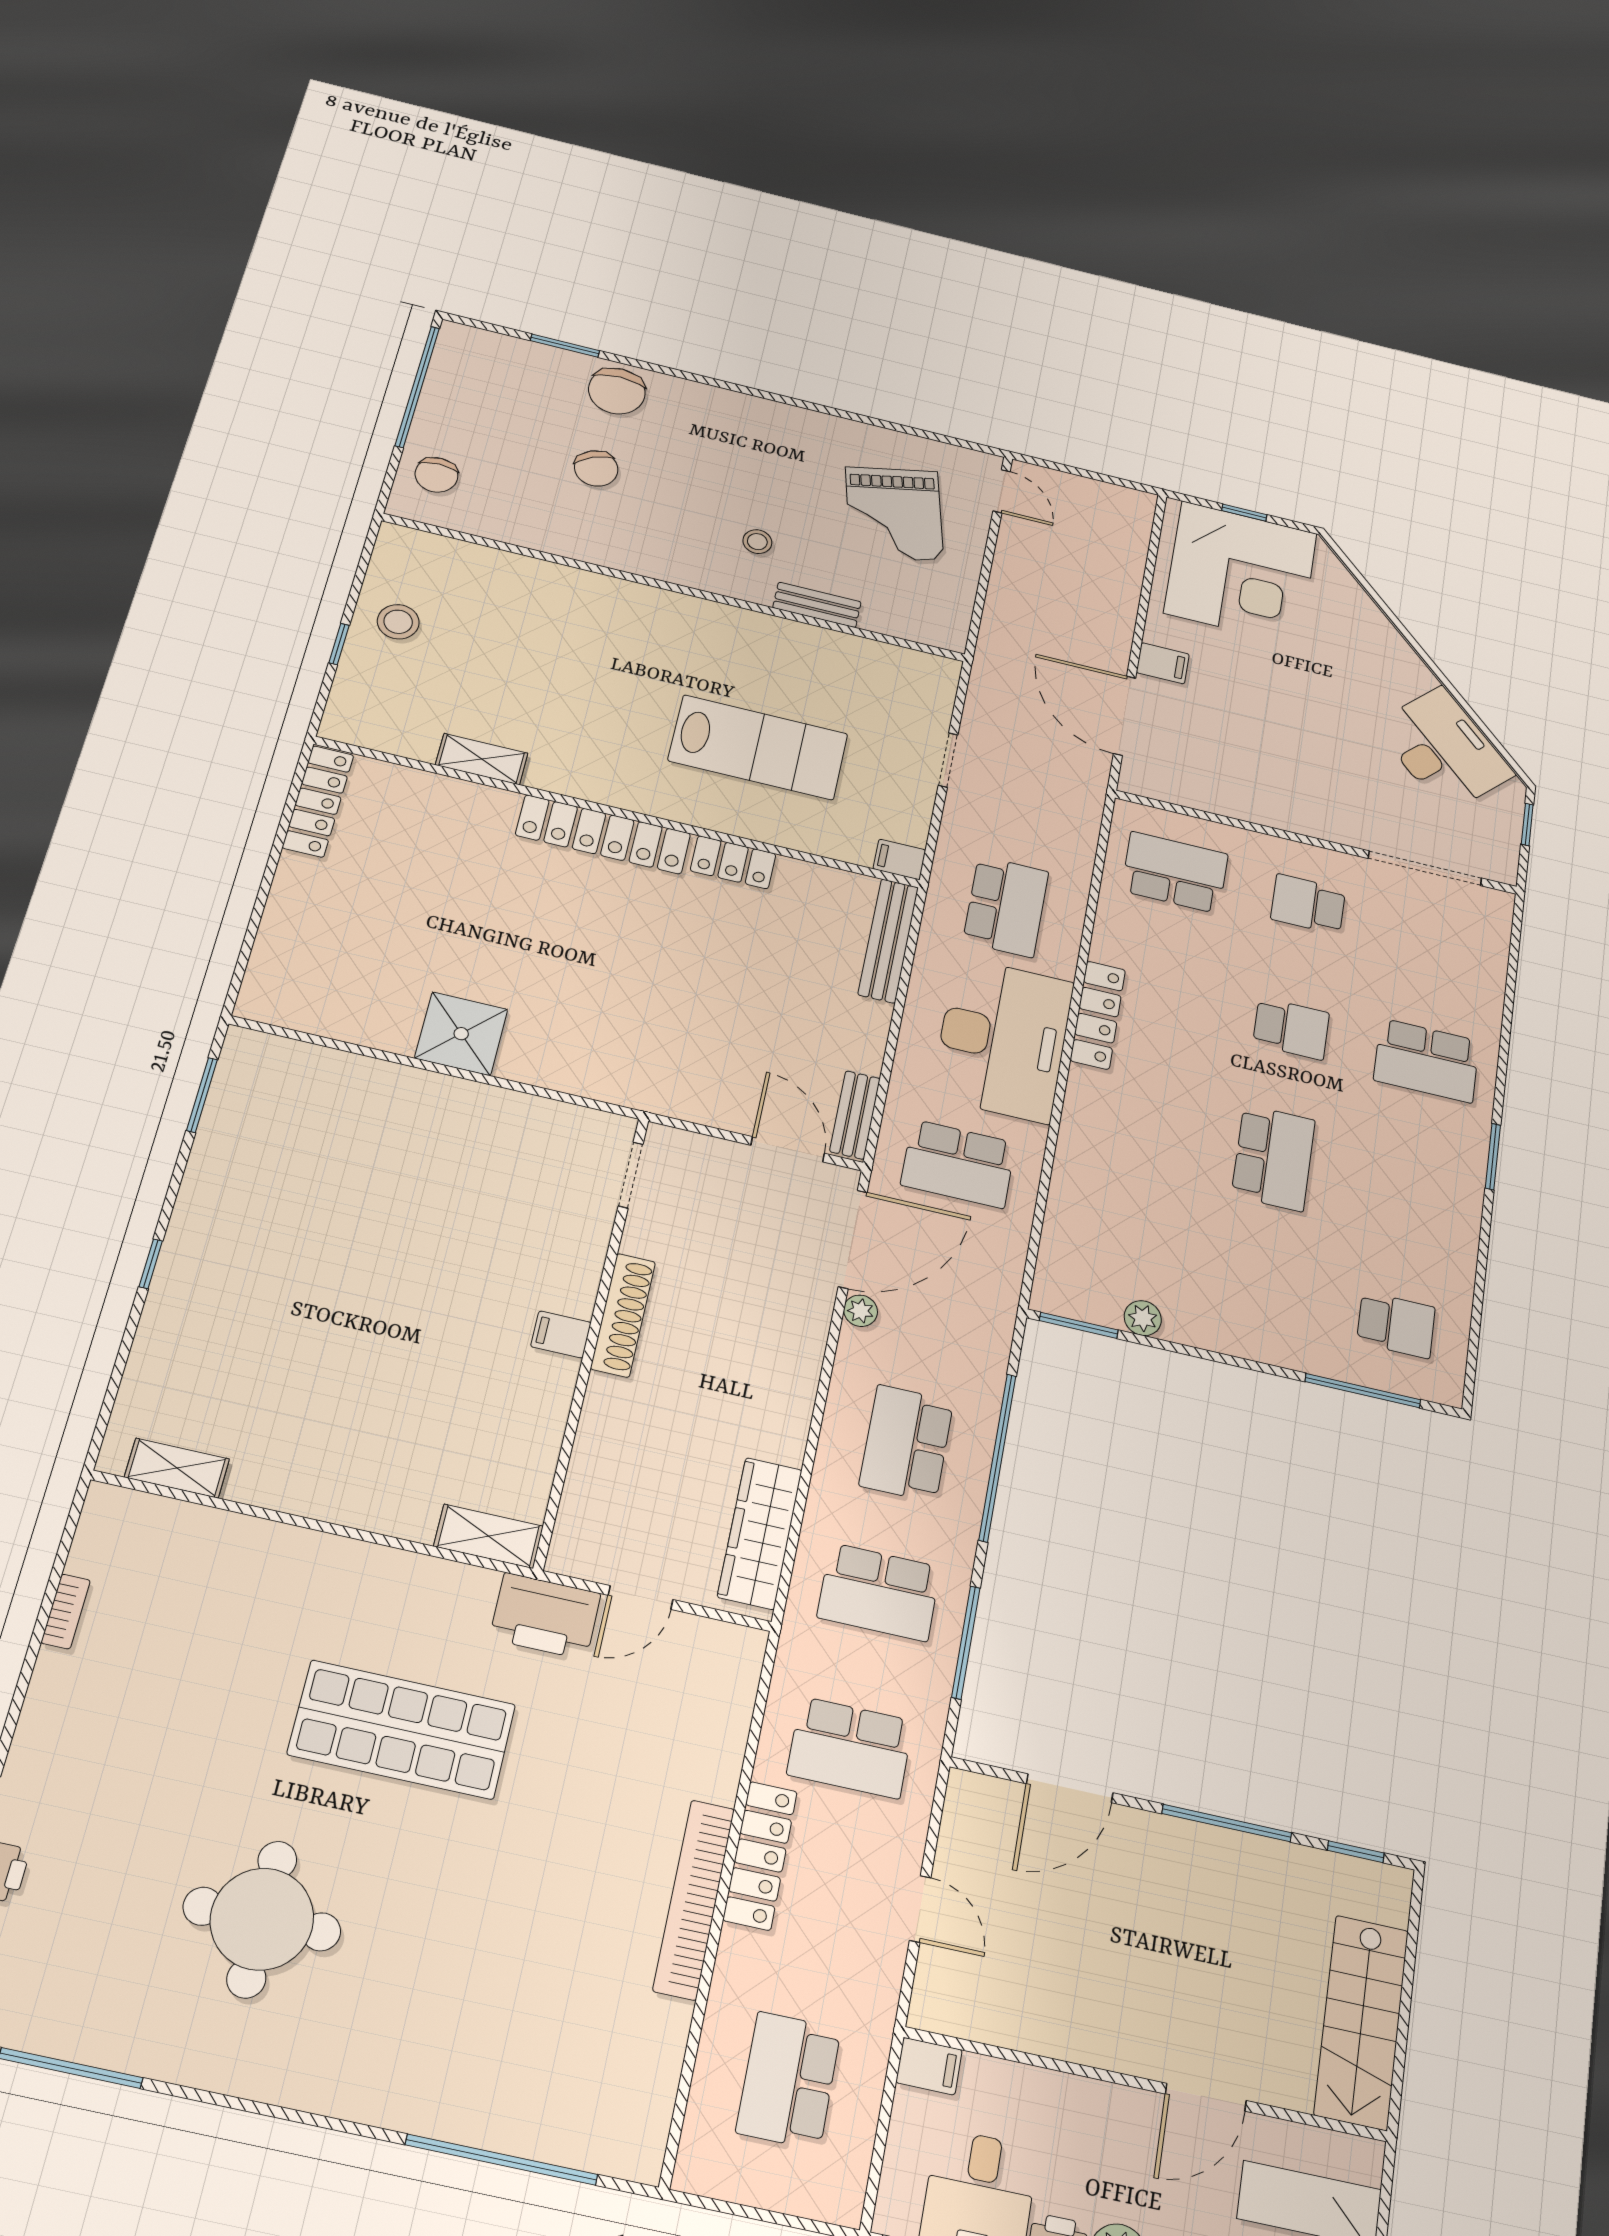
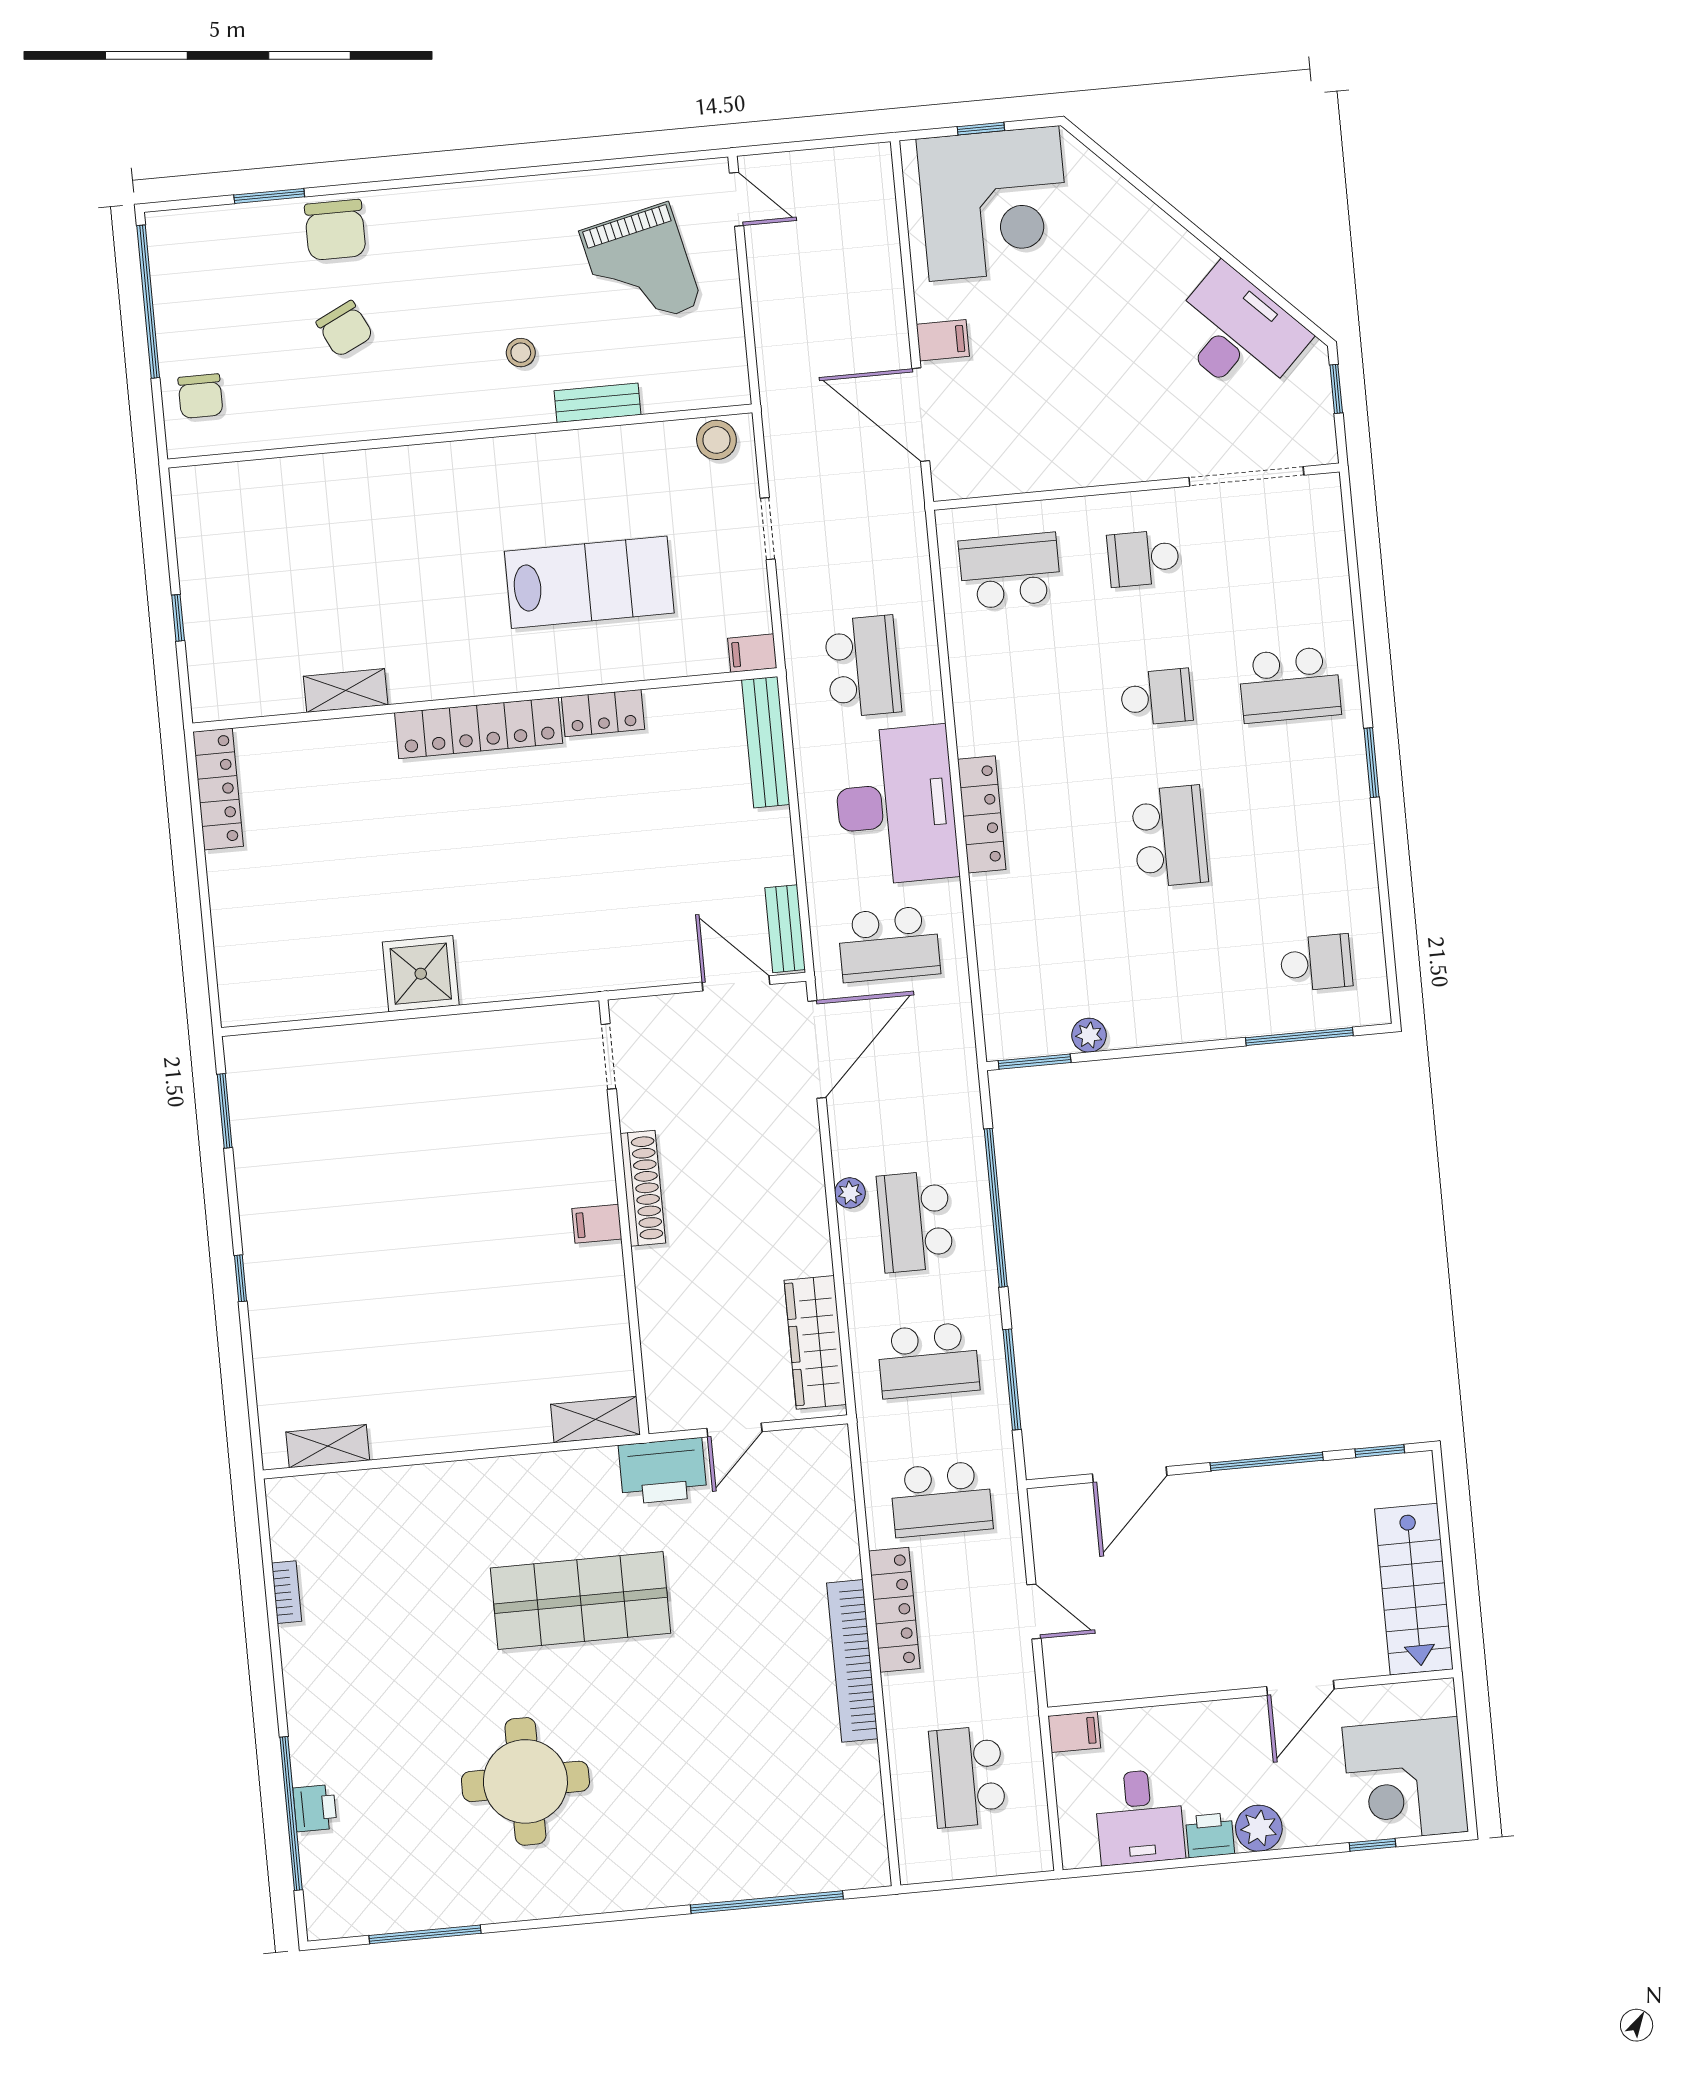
stool: (398, 622) -> (716, 440), moved
locker: (1098, 1015) -> (982, 814), moved
plant: (861, 1311) -> (850, 1193), moved

